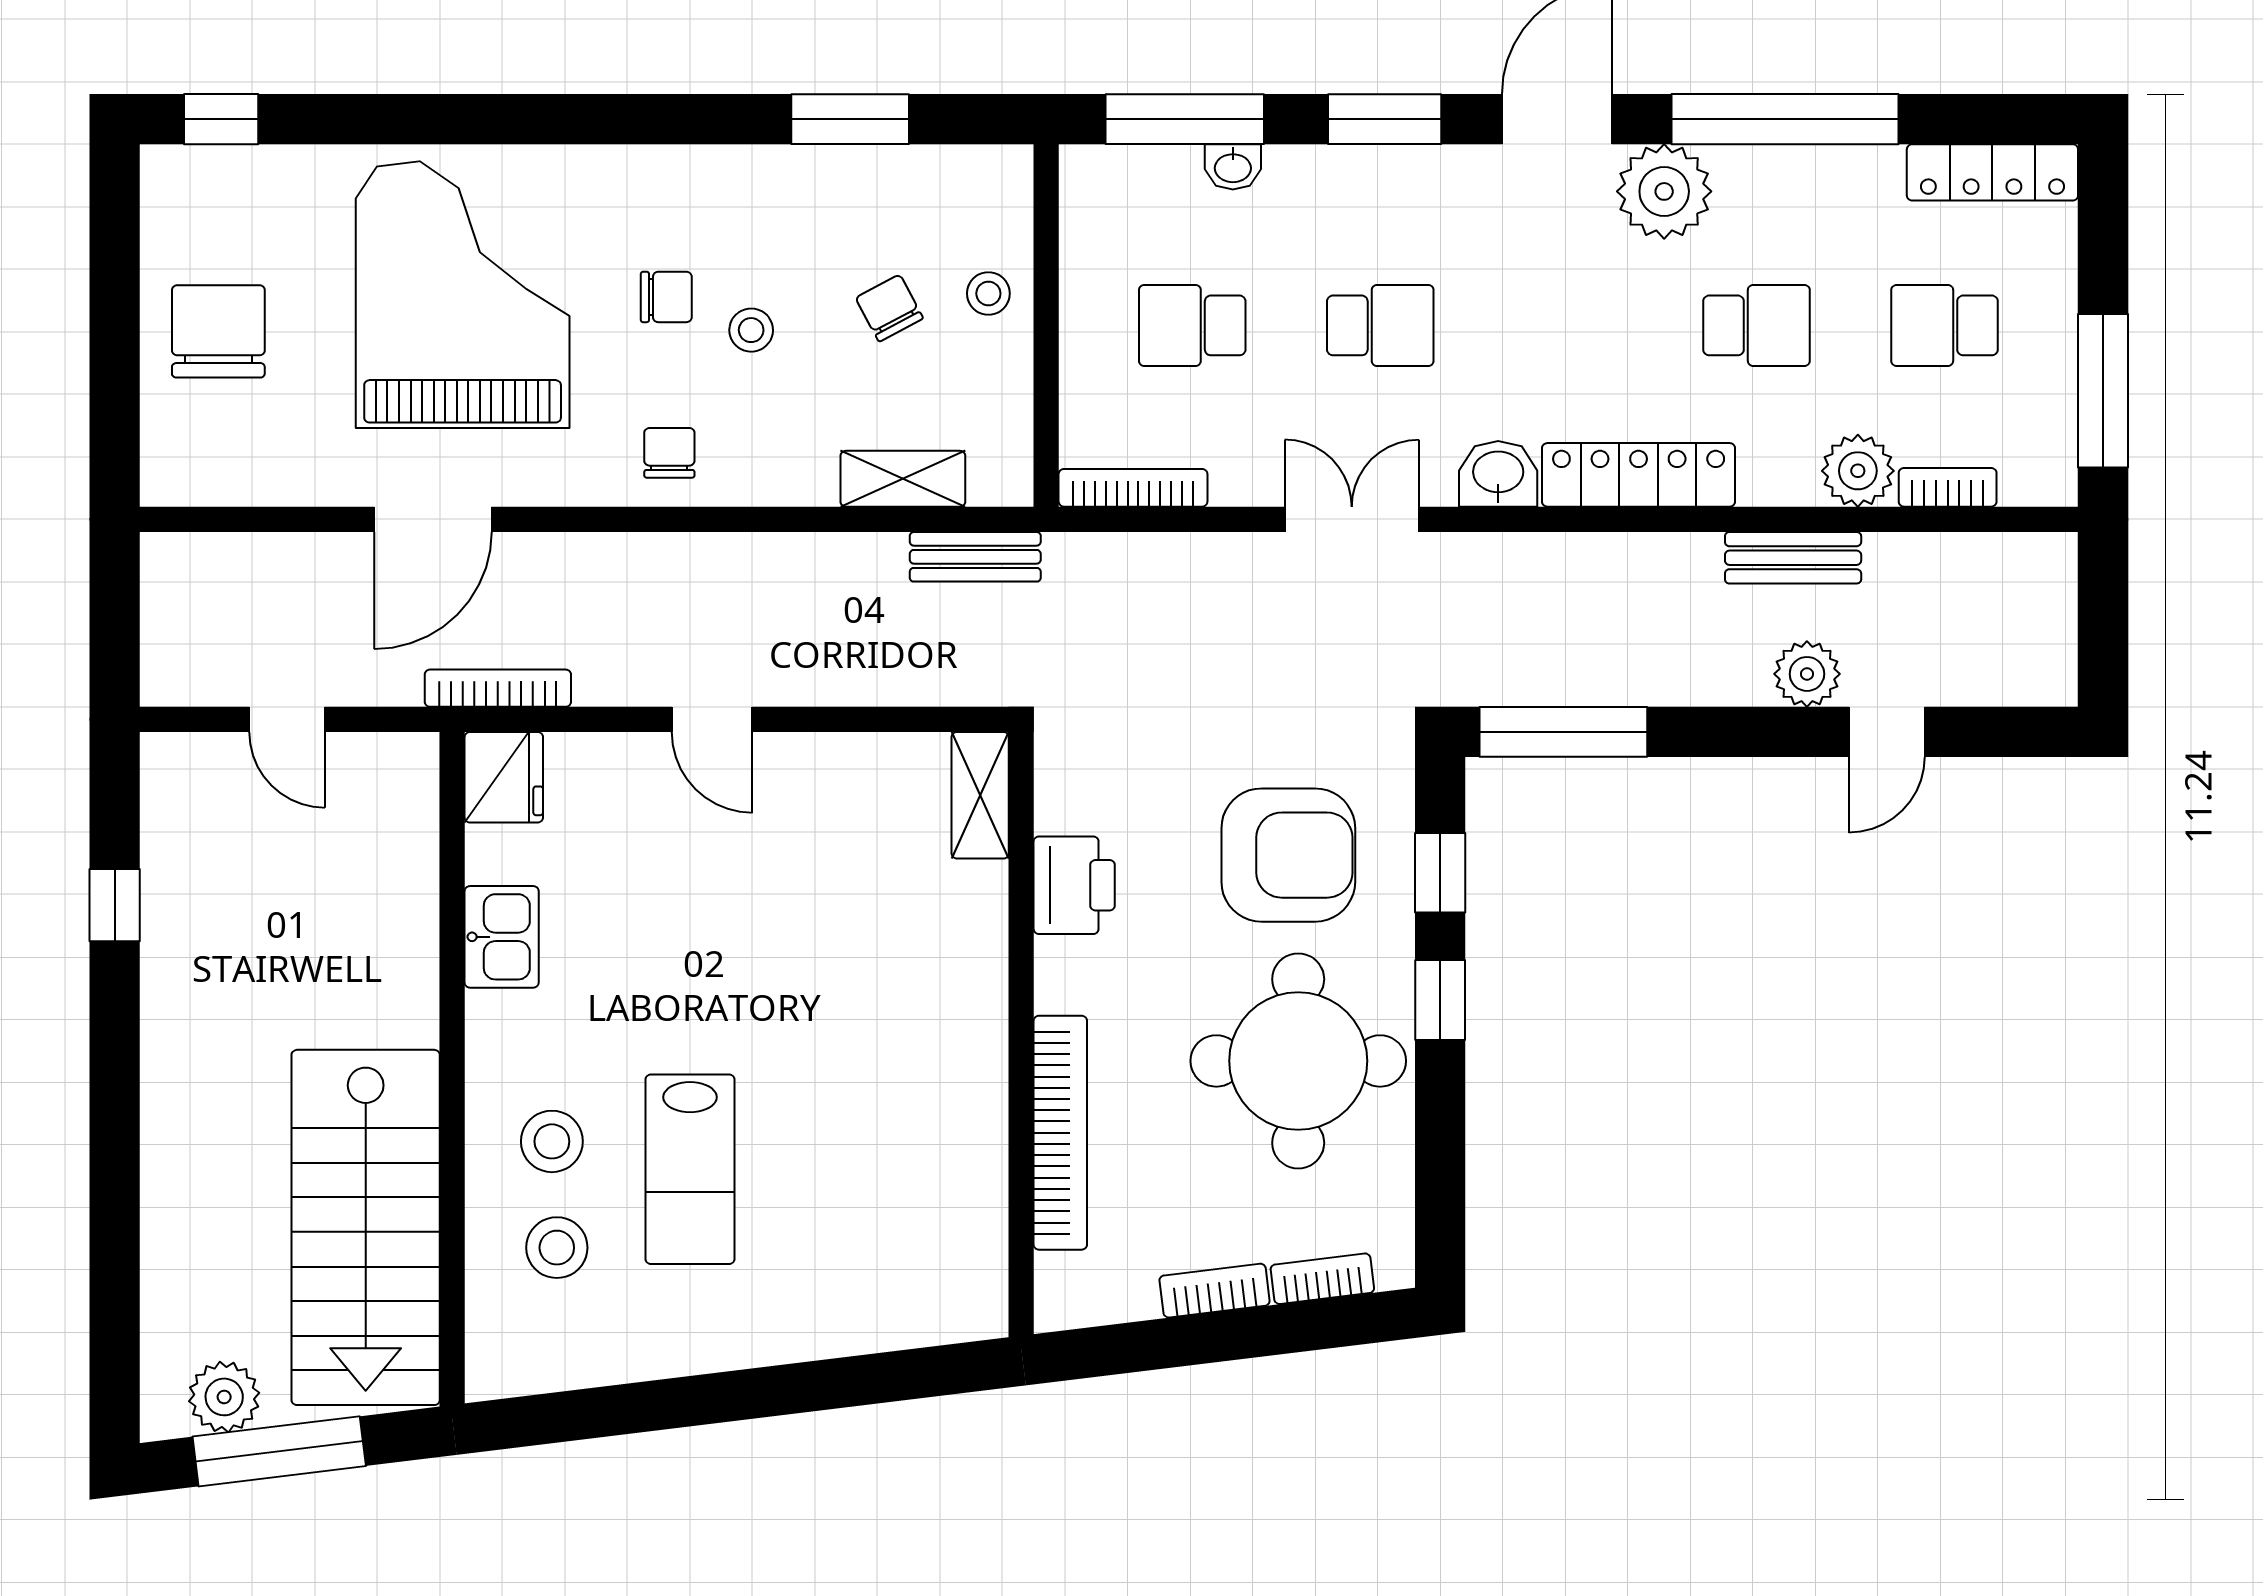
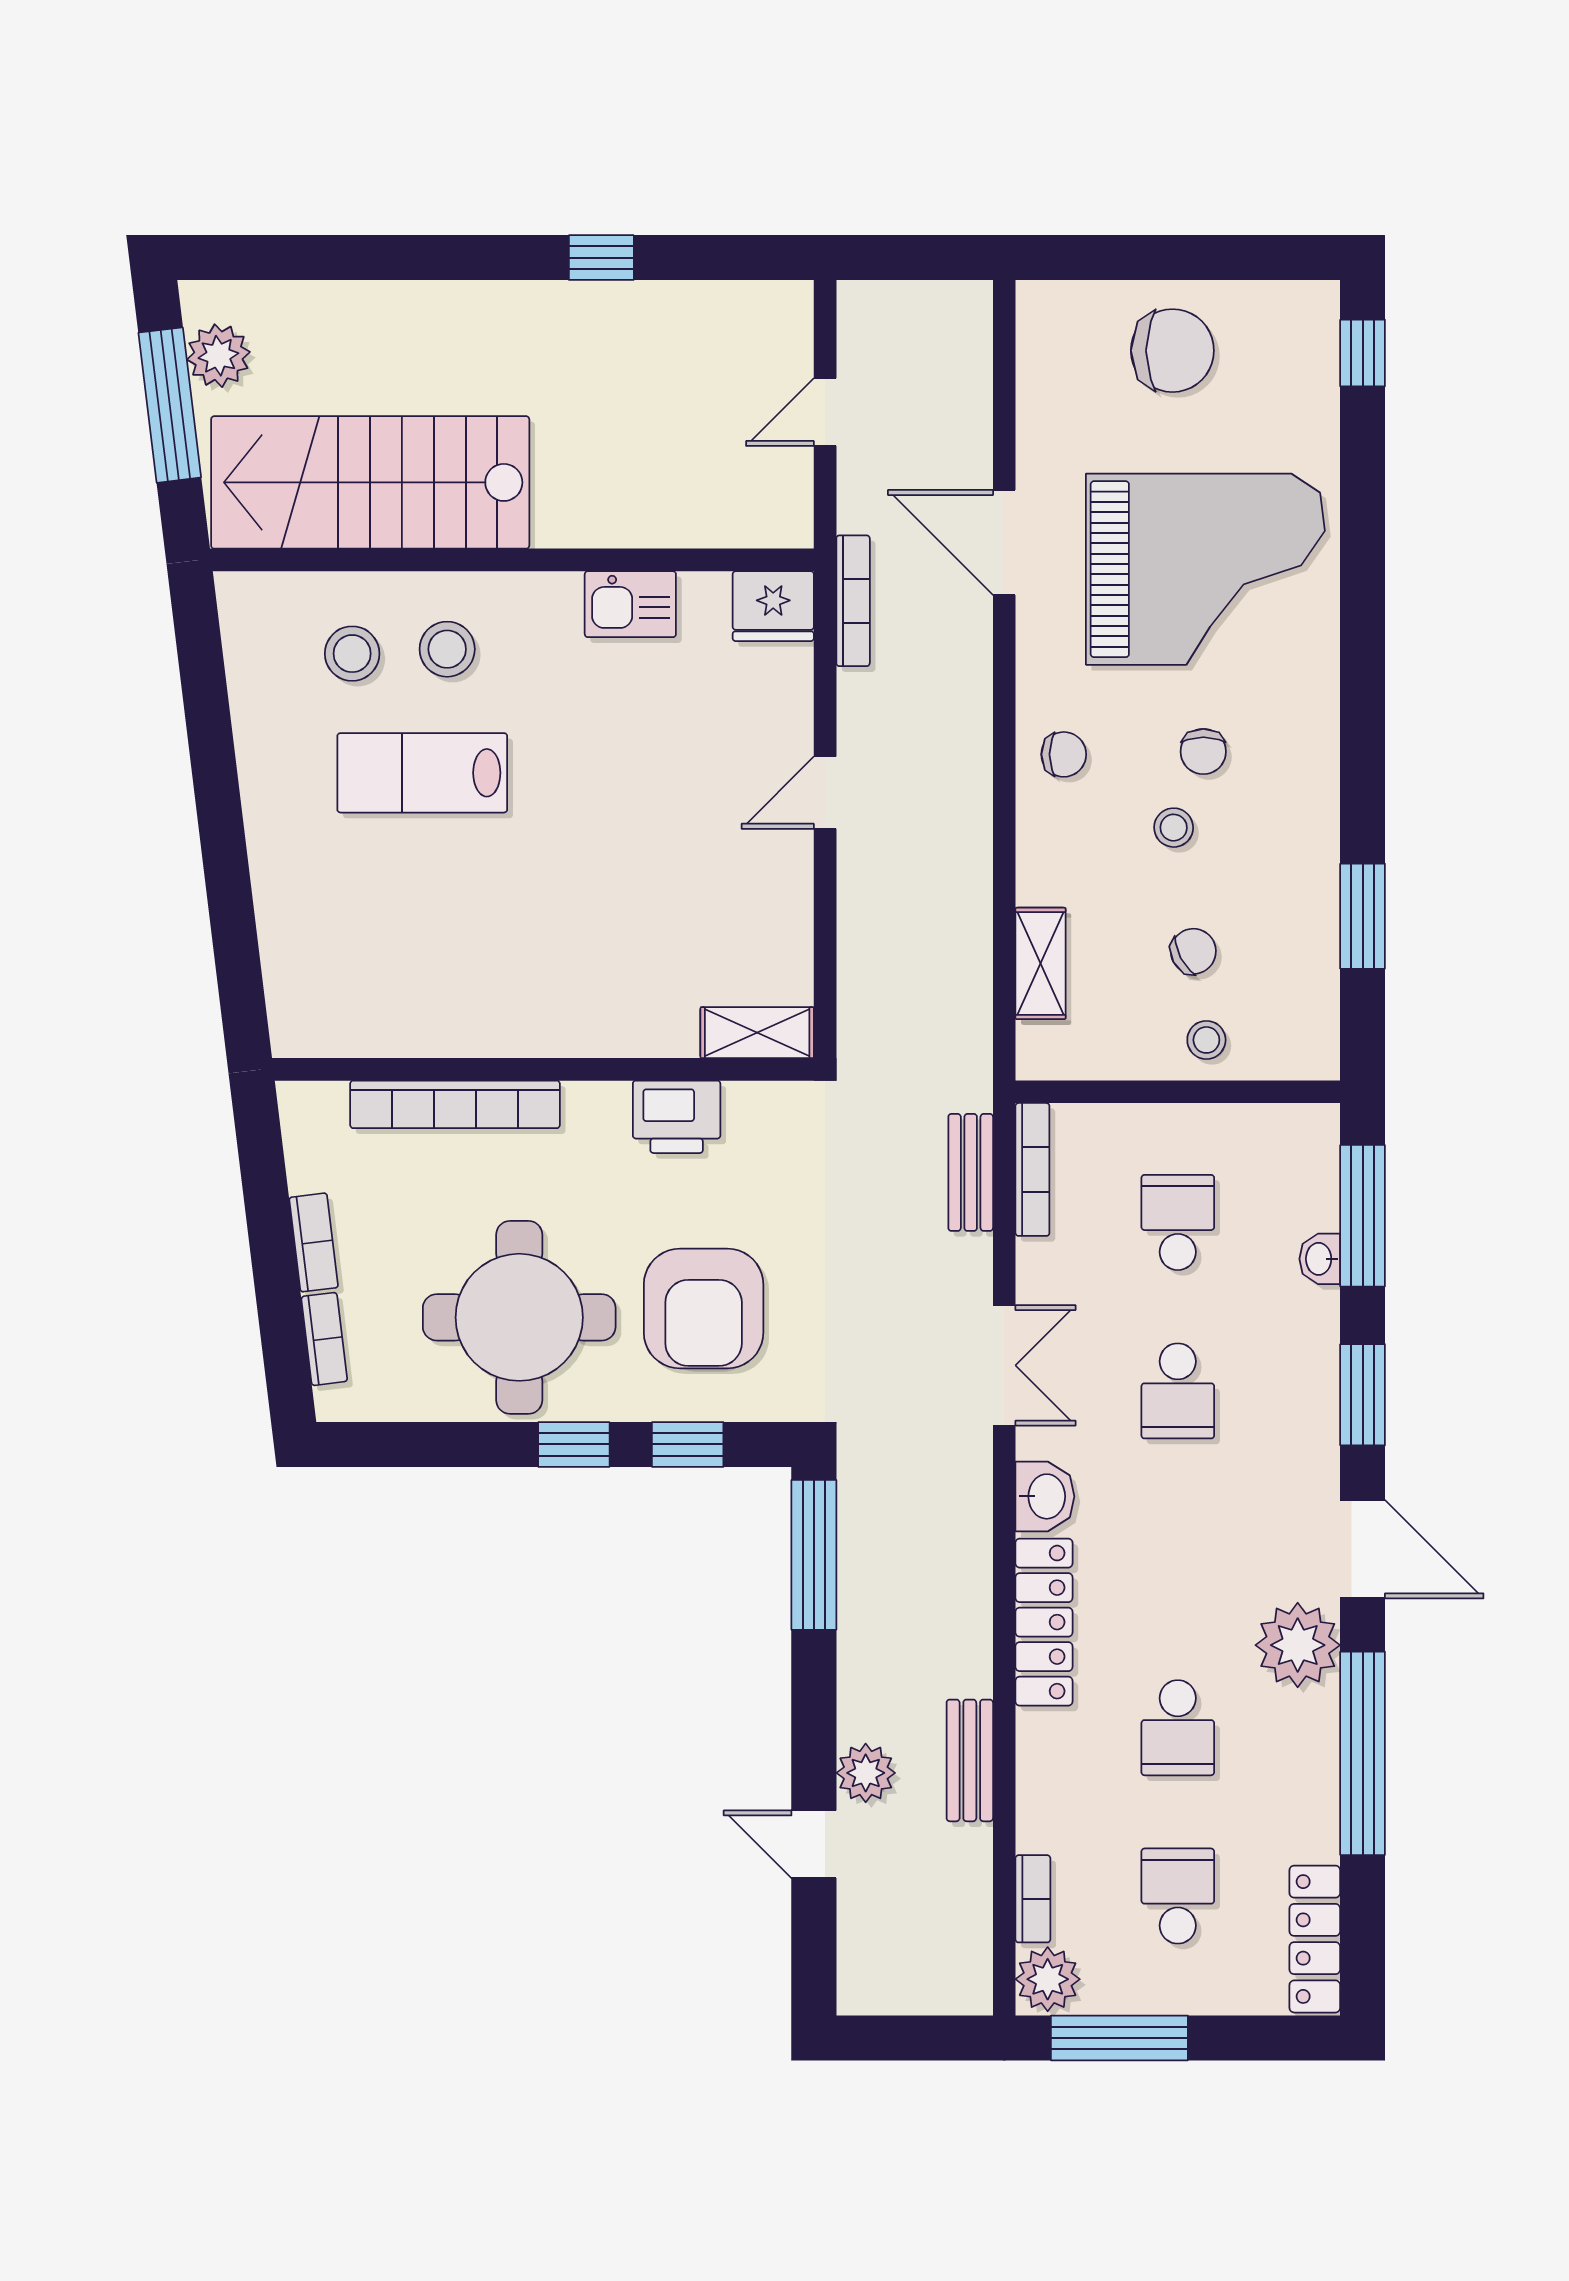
plant: (1858, 471) -> (1048, 1979), moved
bench: (975, 557) -> (971, 1172), moved
window: (115, 905) -> (601, 258), moved

